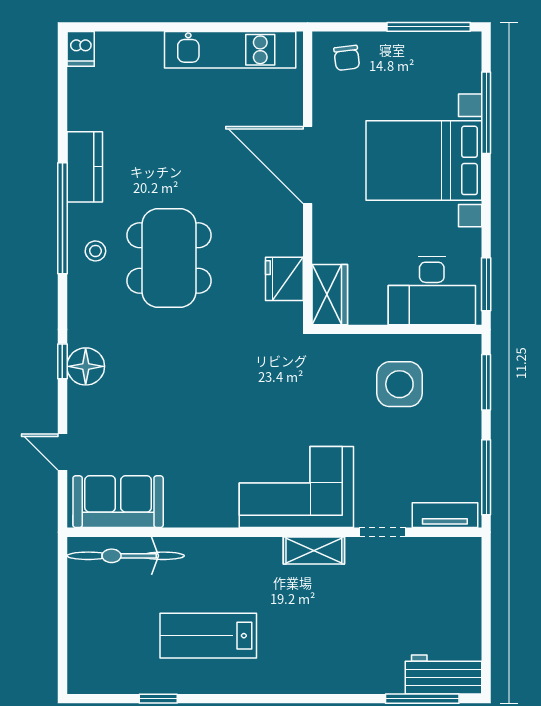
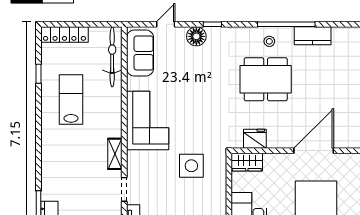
floor lamp: (86, 366) -> (196, 36), moved
side table: (399, 384) -> (191, 166), moved
corner sofa: (296, 487) -> (148, 121), moved
locker: (82, 648) -> (64, 34), added

